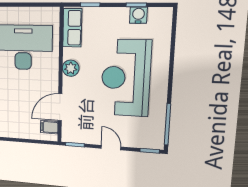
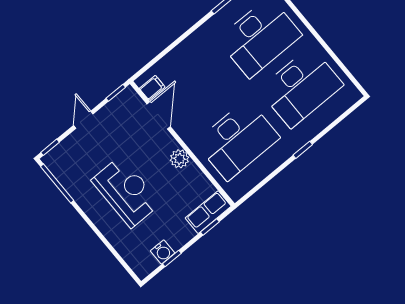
row of seats: (72, 28) -> (208, 212), moved, turned 90
reception desk: (126, 78) -> (126, 192), width x0.74, depth x0.77
door: (111, 148) -> (83, 120), swing flipped

